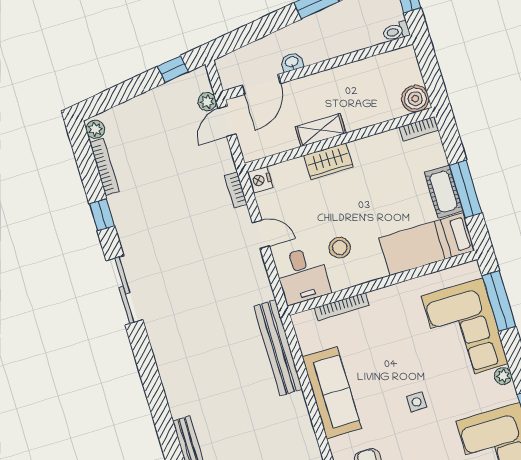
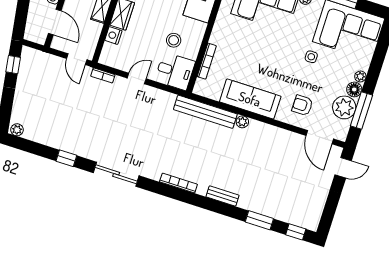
plant: (207, 102) -> (242, 122), moved
door: (227, 121) -> (77, 59), moved
bookcase: (104, 167) -> (178, 183), moved
nightstand: (260, 180) -> (113, 35), moved, turned 90
side table: (417, 402) -> (311, 57), moved

